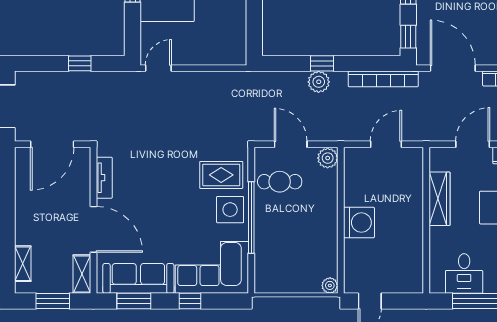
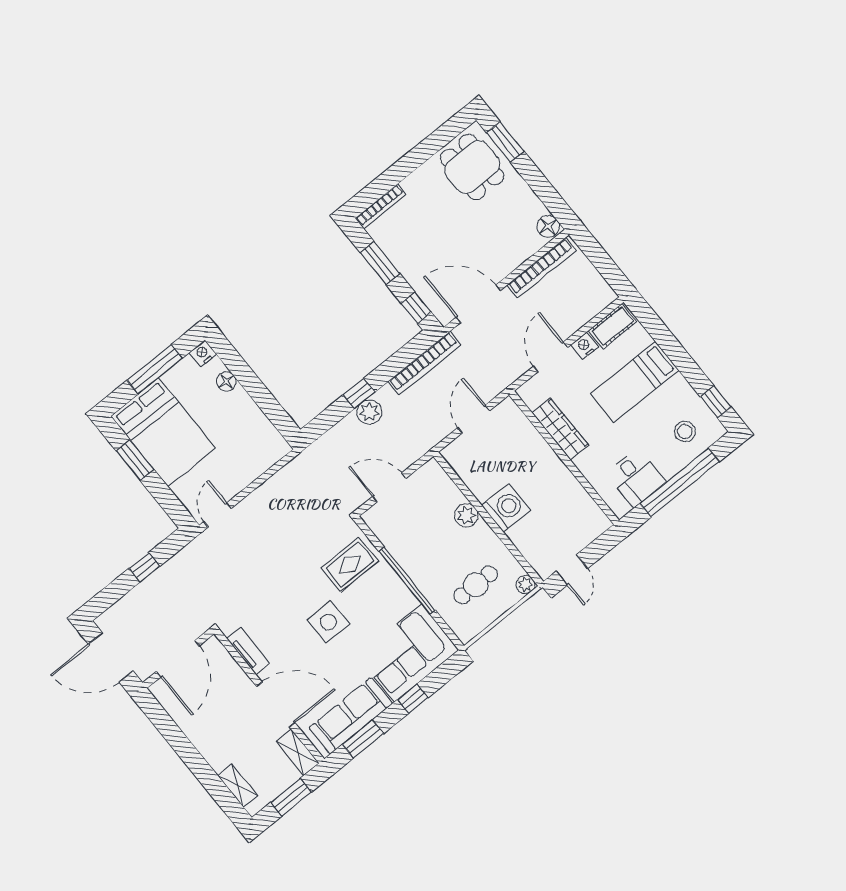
plant: (328, 158) -> (466, 515), moved
cafe table: (280, 182) -> (476, 585), moved
side table: (230, 210) -> (328, 622), moved

